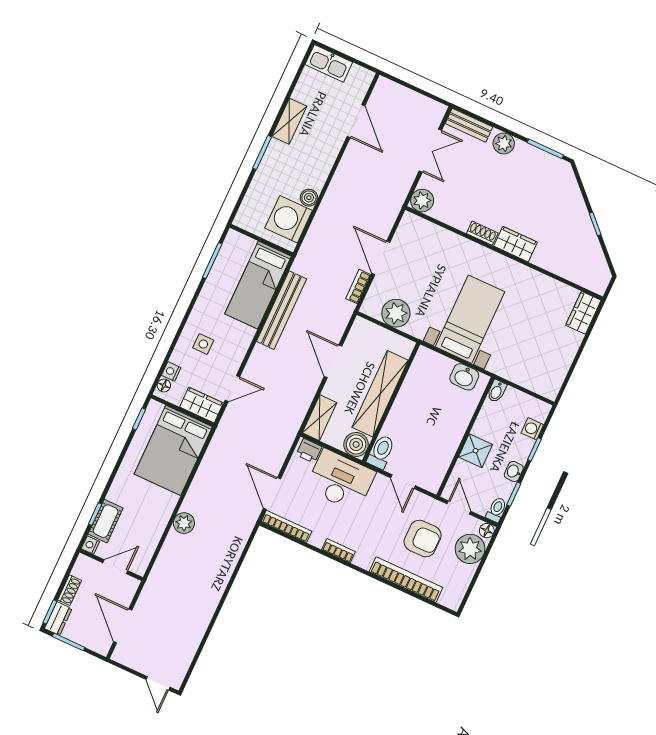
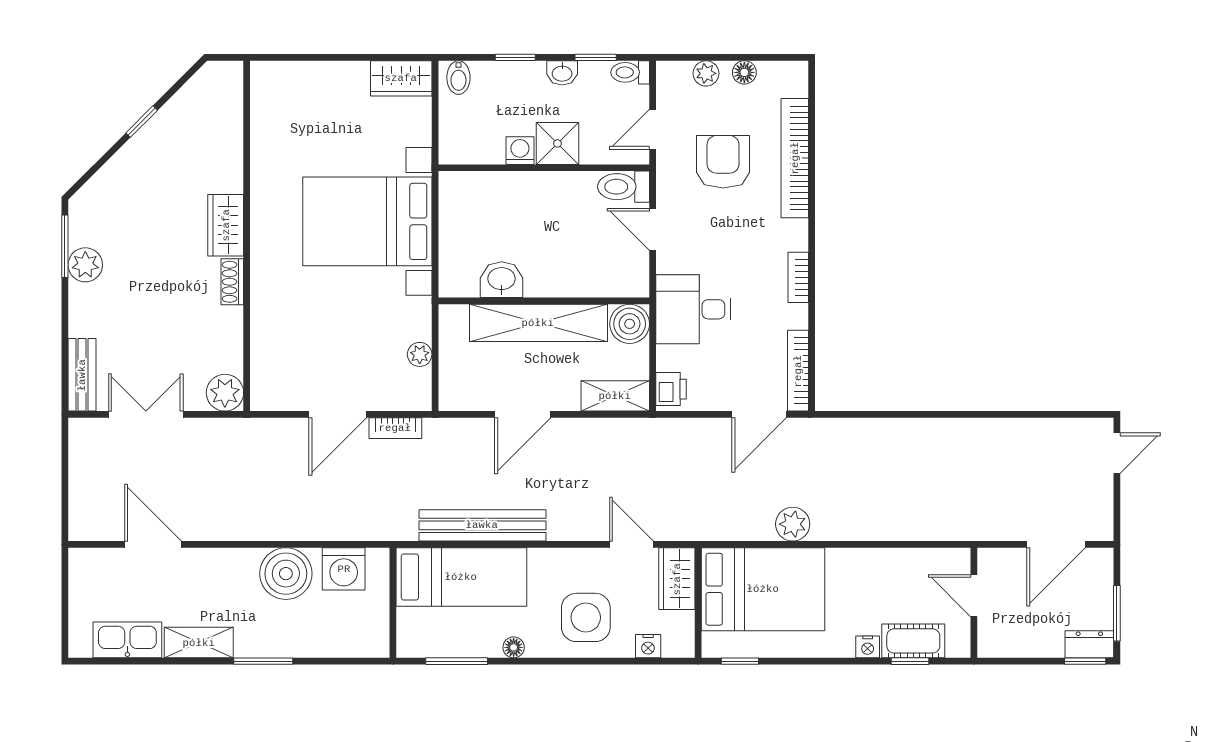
kitchen sink: (329, 63) -> (127, 640), moved, turned -90
door: (356, 121) -> (153, 544), hinge flipped
plant: (504, 143) -> (85, 265), moved
boiler: (309, 198) -> (286, 574), width x1.86, depth x1.86
washing machine: (289, 219) -> (344, 569), width x0.73, depth x0.73
plant: (396, 313) -> (420, 354), width x0.53, depth x0.53
wardrobe: (583, 313) -> (401, 78), moved
bed with nightstands: (470, 319) -> (367, 221), width x1.36
side table: (203, 344) -> (586, 617), width x1.87, depth x1.87
washbasin: (464, 377) -> (502, 280), moved, turned -90
floor lamp: (164, 385) -> (514, 647), moved
bidet: (497, 391) -> (458, 78), moved, turned 90
washing machine: (532, 429) -> (520, 151), moved, turned 180
toilet: (381, 452) -> (623, 187), moved
desk: (341, 480) -> (693, 309), width x0.73
door: (403, 482) -> (653, 229), swing flipped
plant: (184, 523) -> (793, 524), moved
floor lamp: (487, 531) -> (744, 72), moved
nightstand: (90, 545) -> (868, 647), moved
plant: (470, 549) -> (706, 73), width x0.53, depth x0.53
shoe rack: (70, 590) -> (1040, 647), removed

